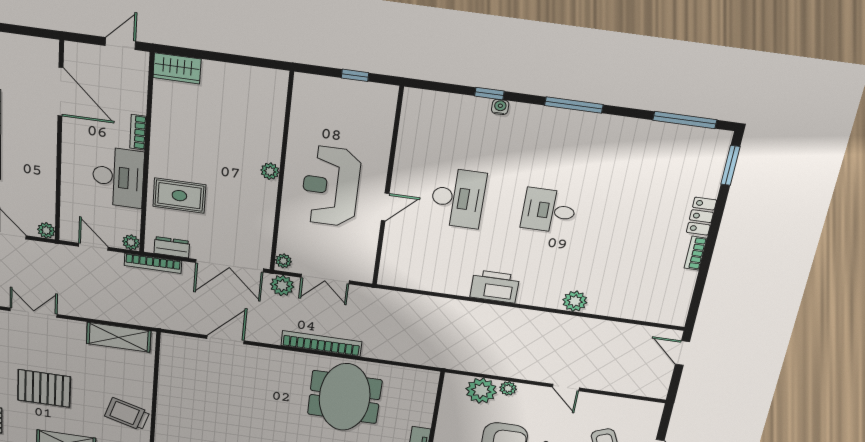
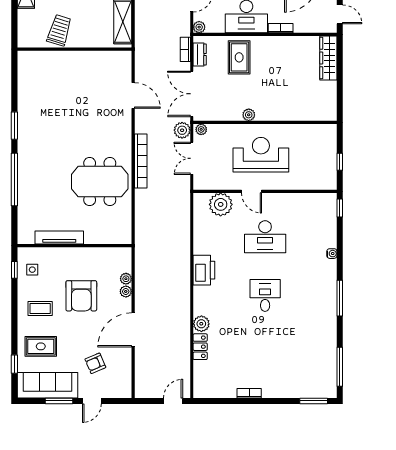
wardrobe: (177, 68) -> (328, 58), width x1.50
window: (489, 94) -> (340, 208), moved
plant: (270, 171) -> (249, 115), moved
locker: (701, 216) -> (200, 347), moved, turned 90
plant: (399, 251) -> (221, 204), added
bookcase: (153, 263) -> (185, 49), width x0.64
door: (566, 387) -> (133, 330), width x1.88
plant: (481, 391) -> (126, 279), width x0.53, depth x0.53

